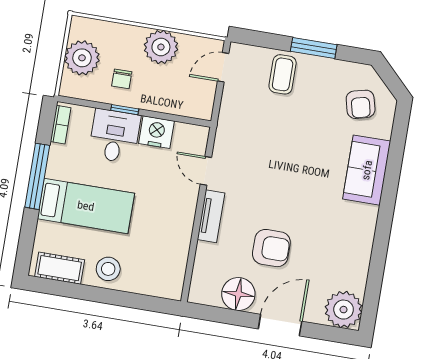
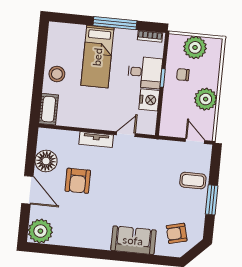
cot: (60, 268) -> (49, 109), moved

